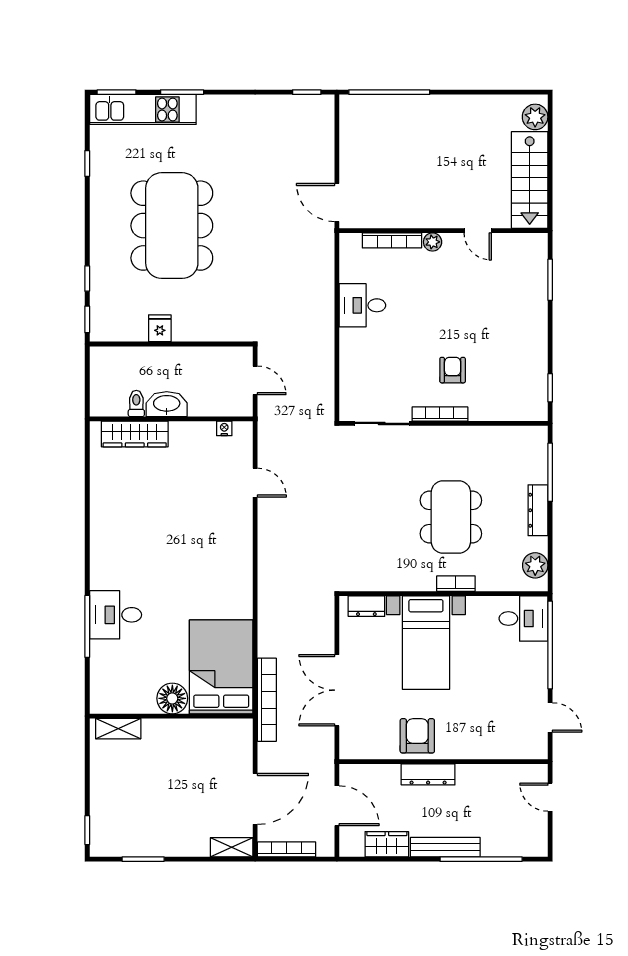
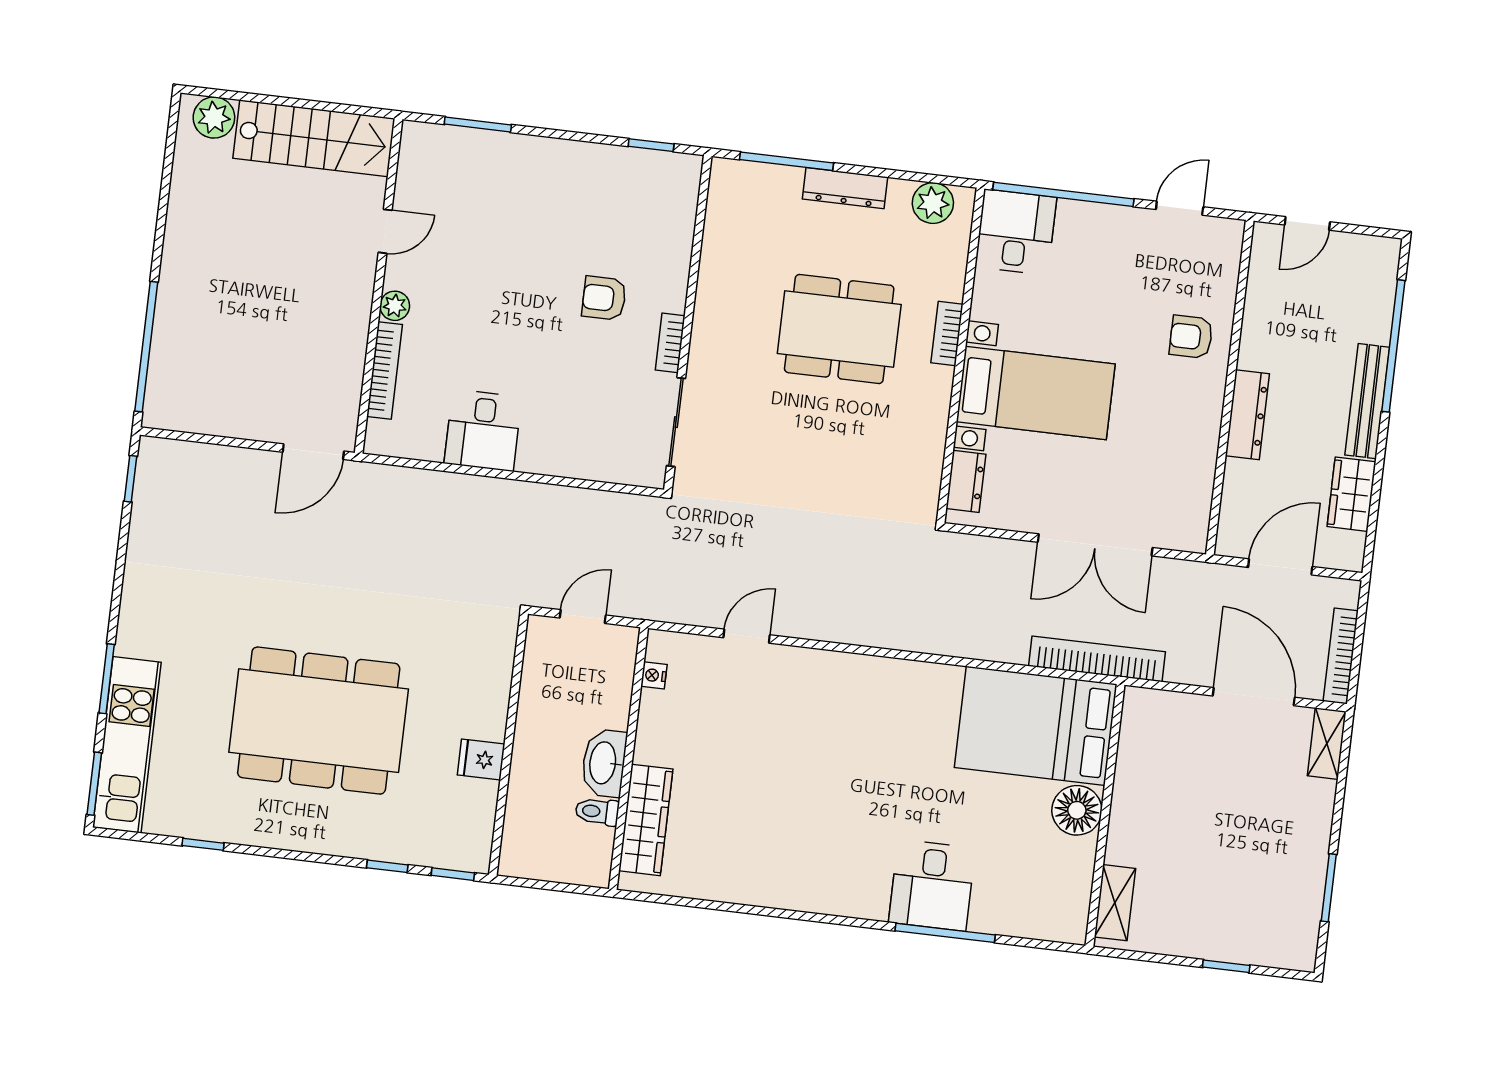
bookcase: (440, 414) -> (670, 343), width x0.64
armchair: (417, 736) -> (1191, 337), moved, width x0.72, depth x0.72
window: (87, 830) -> (1226, 966), moved

